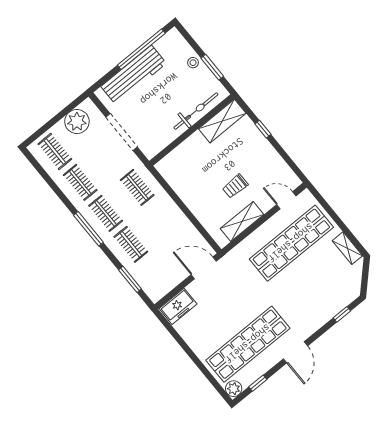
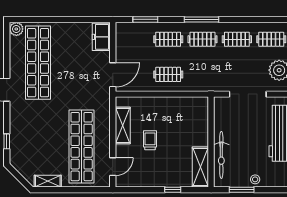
clothes rail: (137, 187) -> (168, 74), moved
window: (258, 383) -> (7, 48), removed

